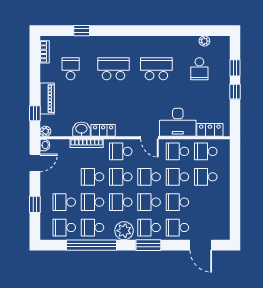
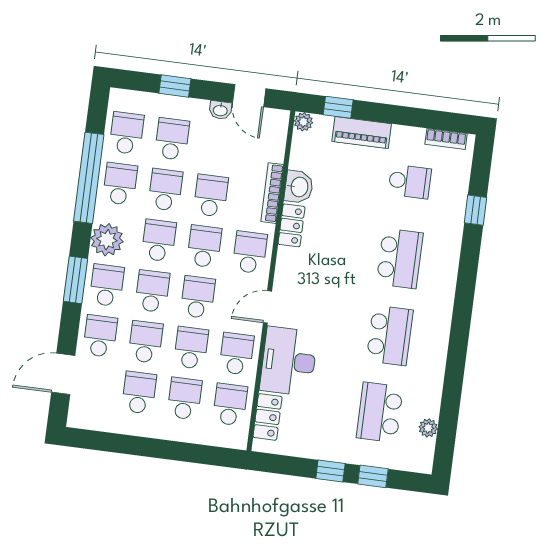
school desk: (199, 69) -> (380, 412), width x1.85
washbasin: (45, 145) -> (220, 110), moved
school desk: (206, 202) -> (139, 393), added

